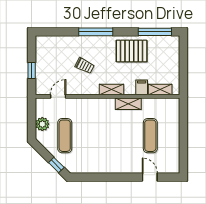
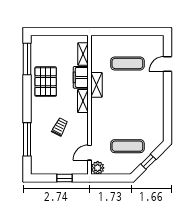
window: (96, 32) -> (27, 139), moved
filing cabinet: (142, 87) -> (81, 77), width x2.00
door: (58, 96) -> (89, 153), hinge flipped
plant: (42, 124) -> (98, 168), moved
window: (56, 165) -> (148, 162), moved

